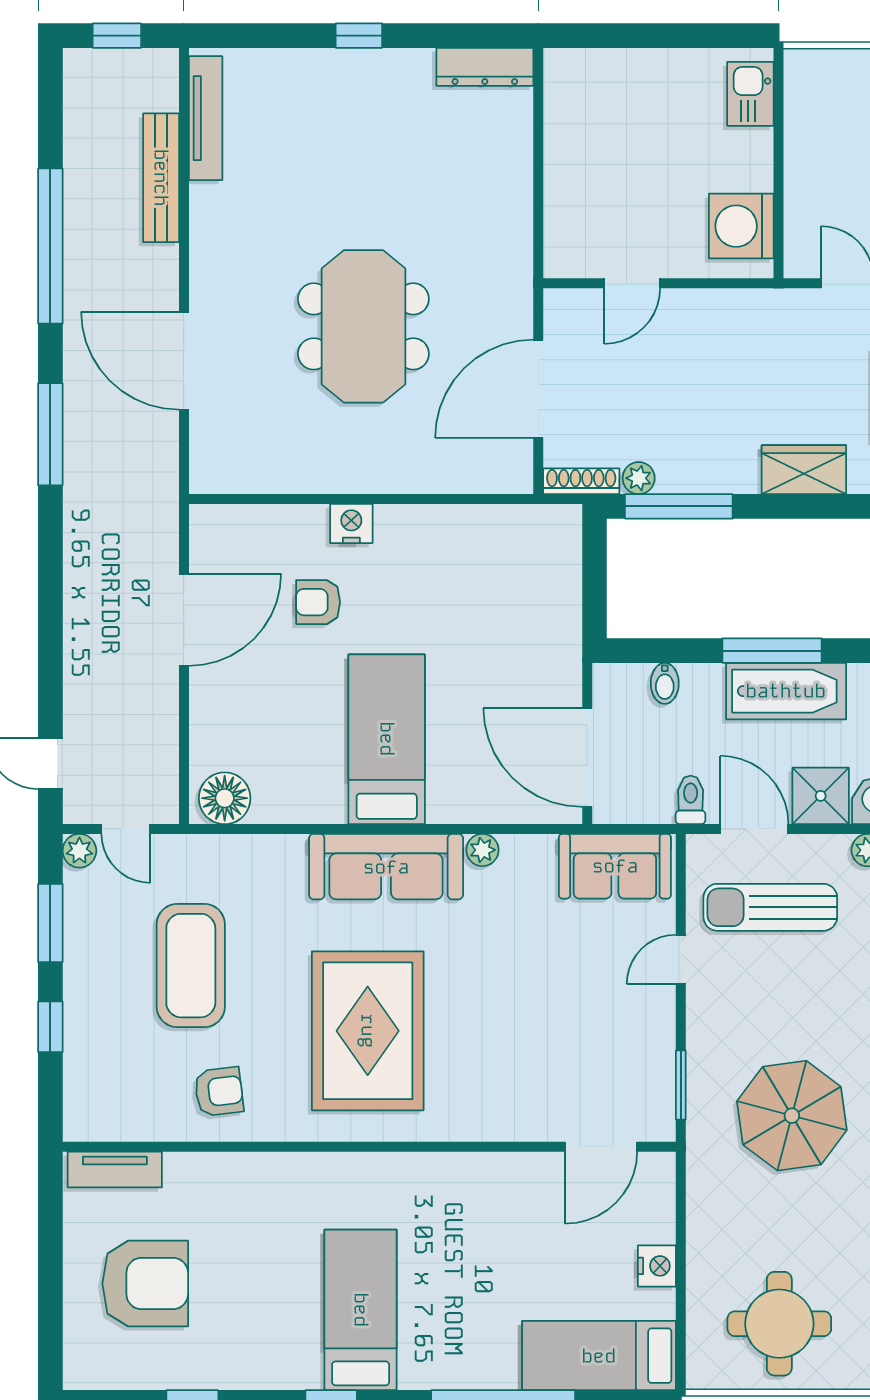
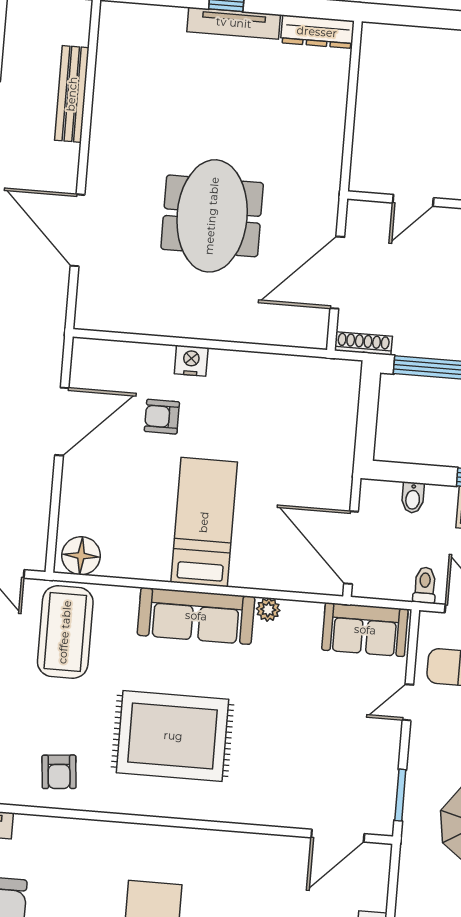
tv unit: (206, 118) -> (234, 23), moved, turned 90
plant: (639, 478) -> (406, 345), removed
coffee table: (191, 966) -> (65, 632), moved
rug: (368, 1031) -> (173, 736), turned 90
armchair: (219, 1092) -> (59, 772), turned 92

